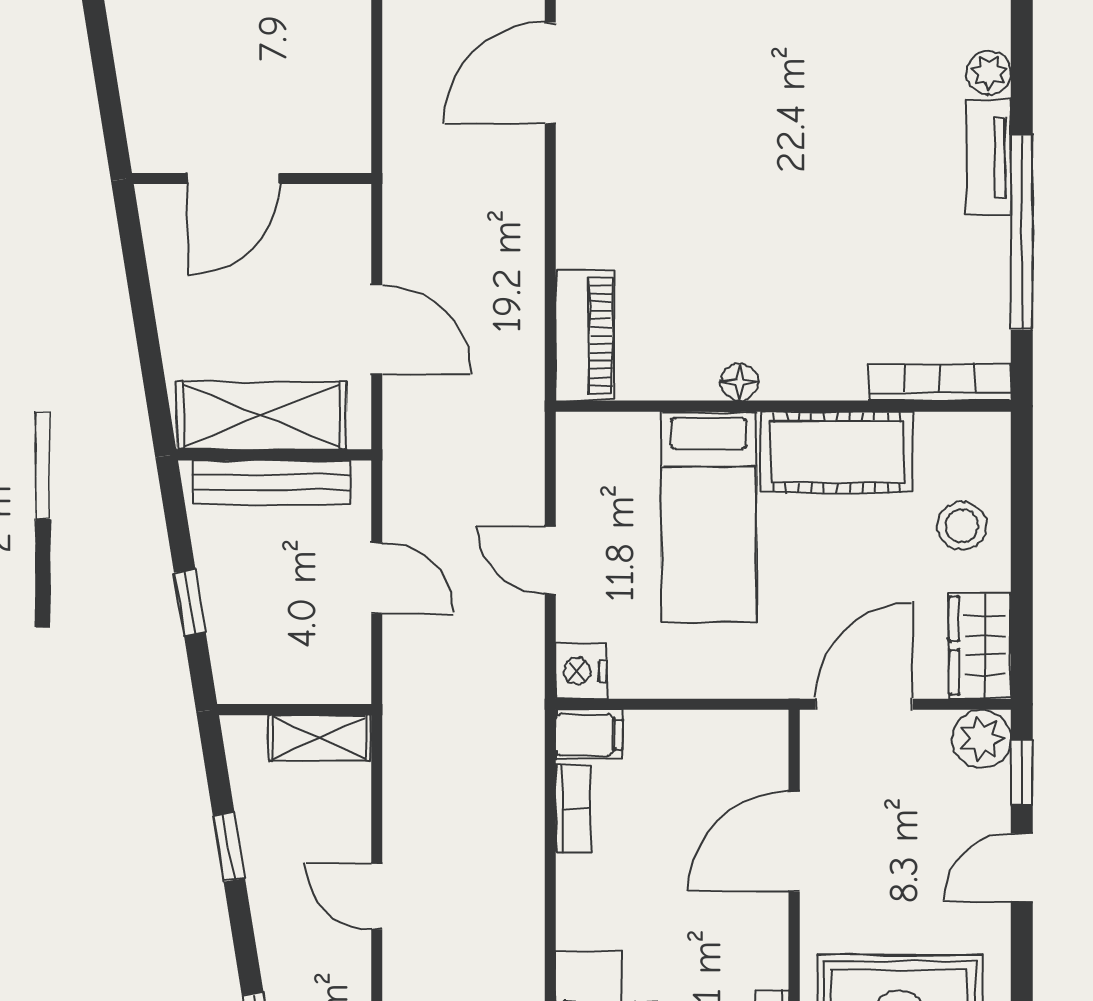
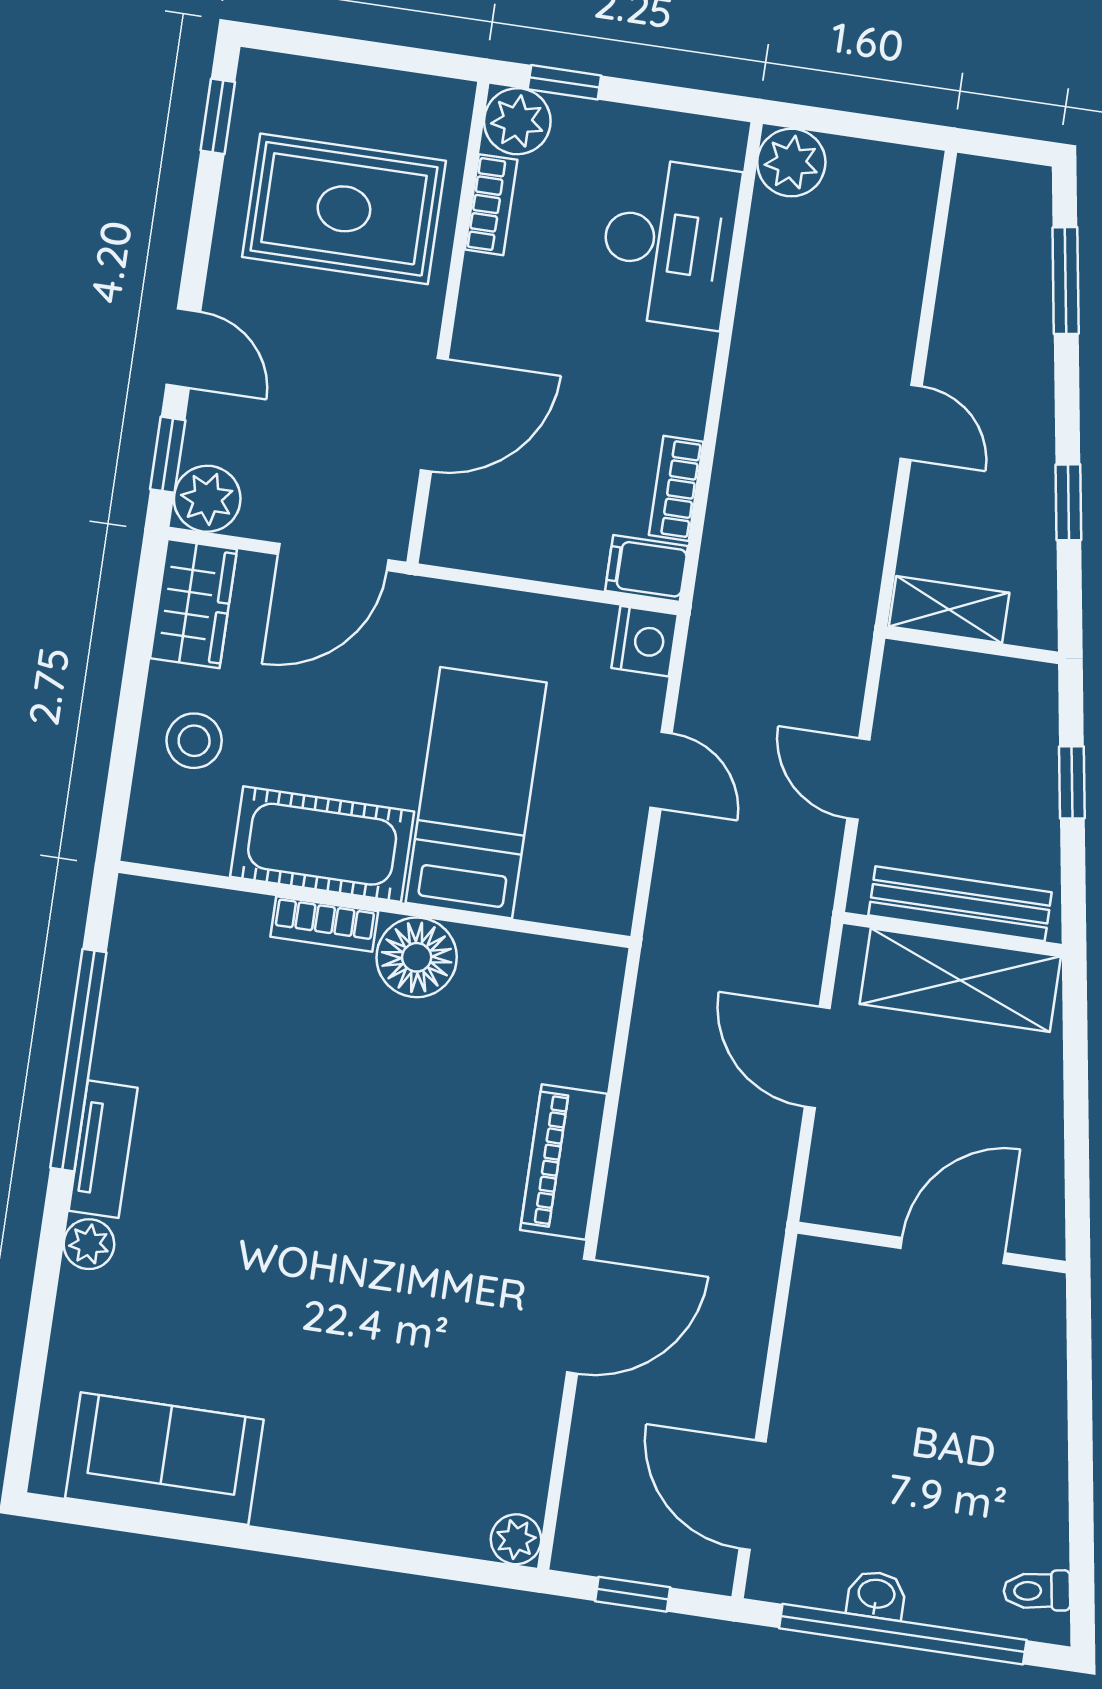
piano: (585, 335) -> (564, 1162), moved
floor lamp: (740, 382) -> (417, 957), width x1.89, depth x1.89
bookcase: (940, 383) -> (324, 924), moved, width x0.64
door: (1022, 867) -> (183, 348), hinge flipped

